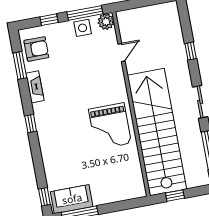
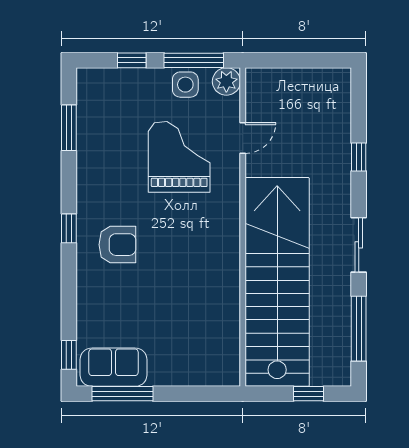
armchair: (36, 49) -> (117, 245), moved
fireplace: (35, 87) -> (87, 168), removed
grand piano: (110, 126) -> (179, 157), moved, turned 180
window: (175, 196) -> (308, 394), moved

